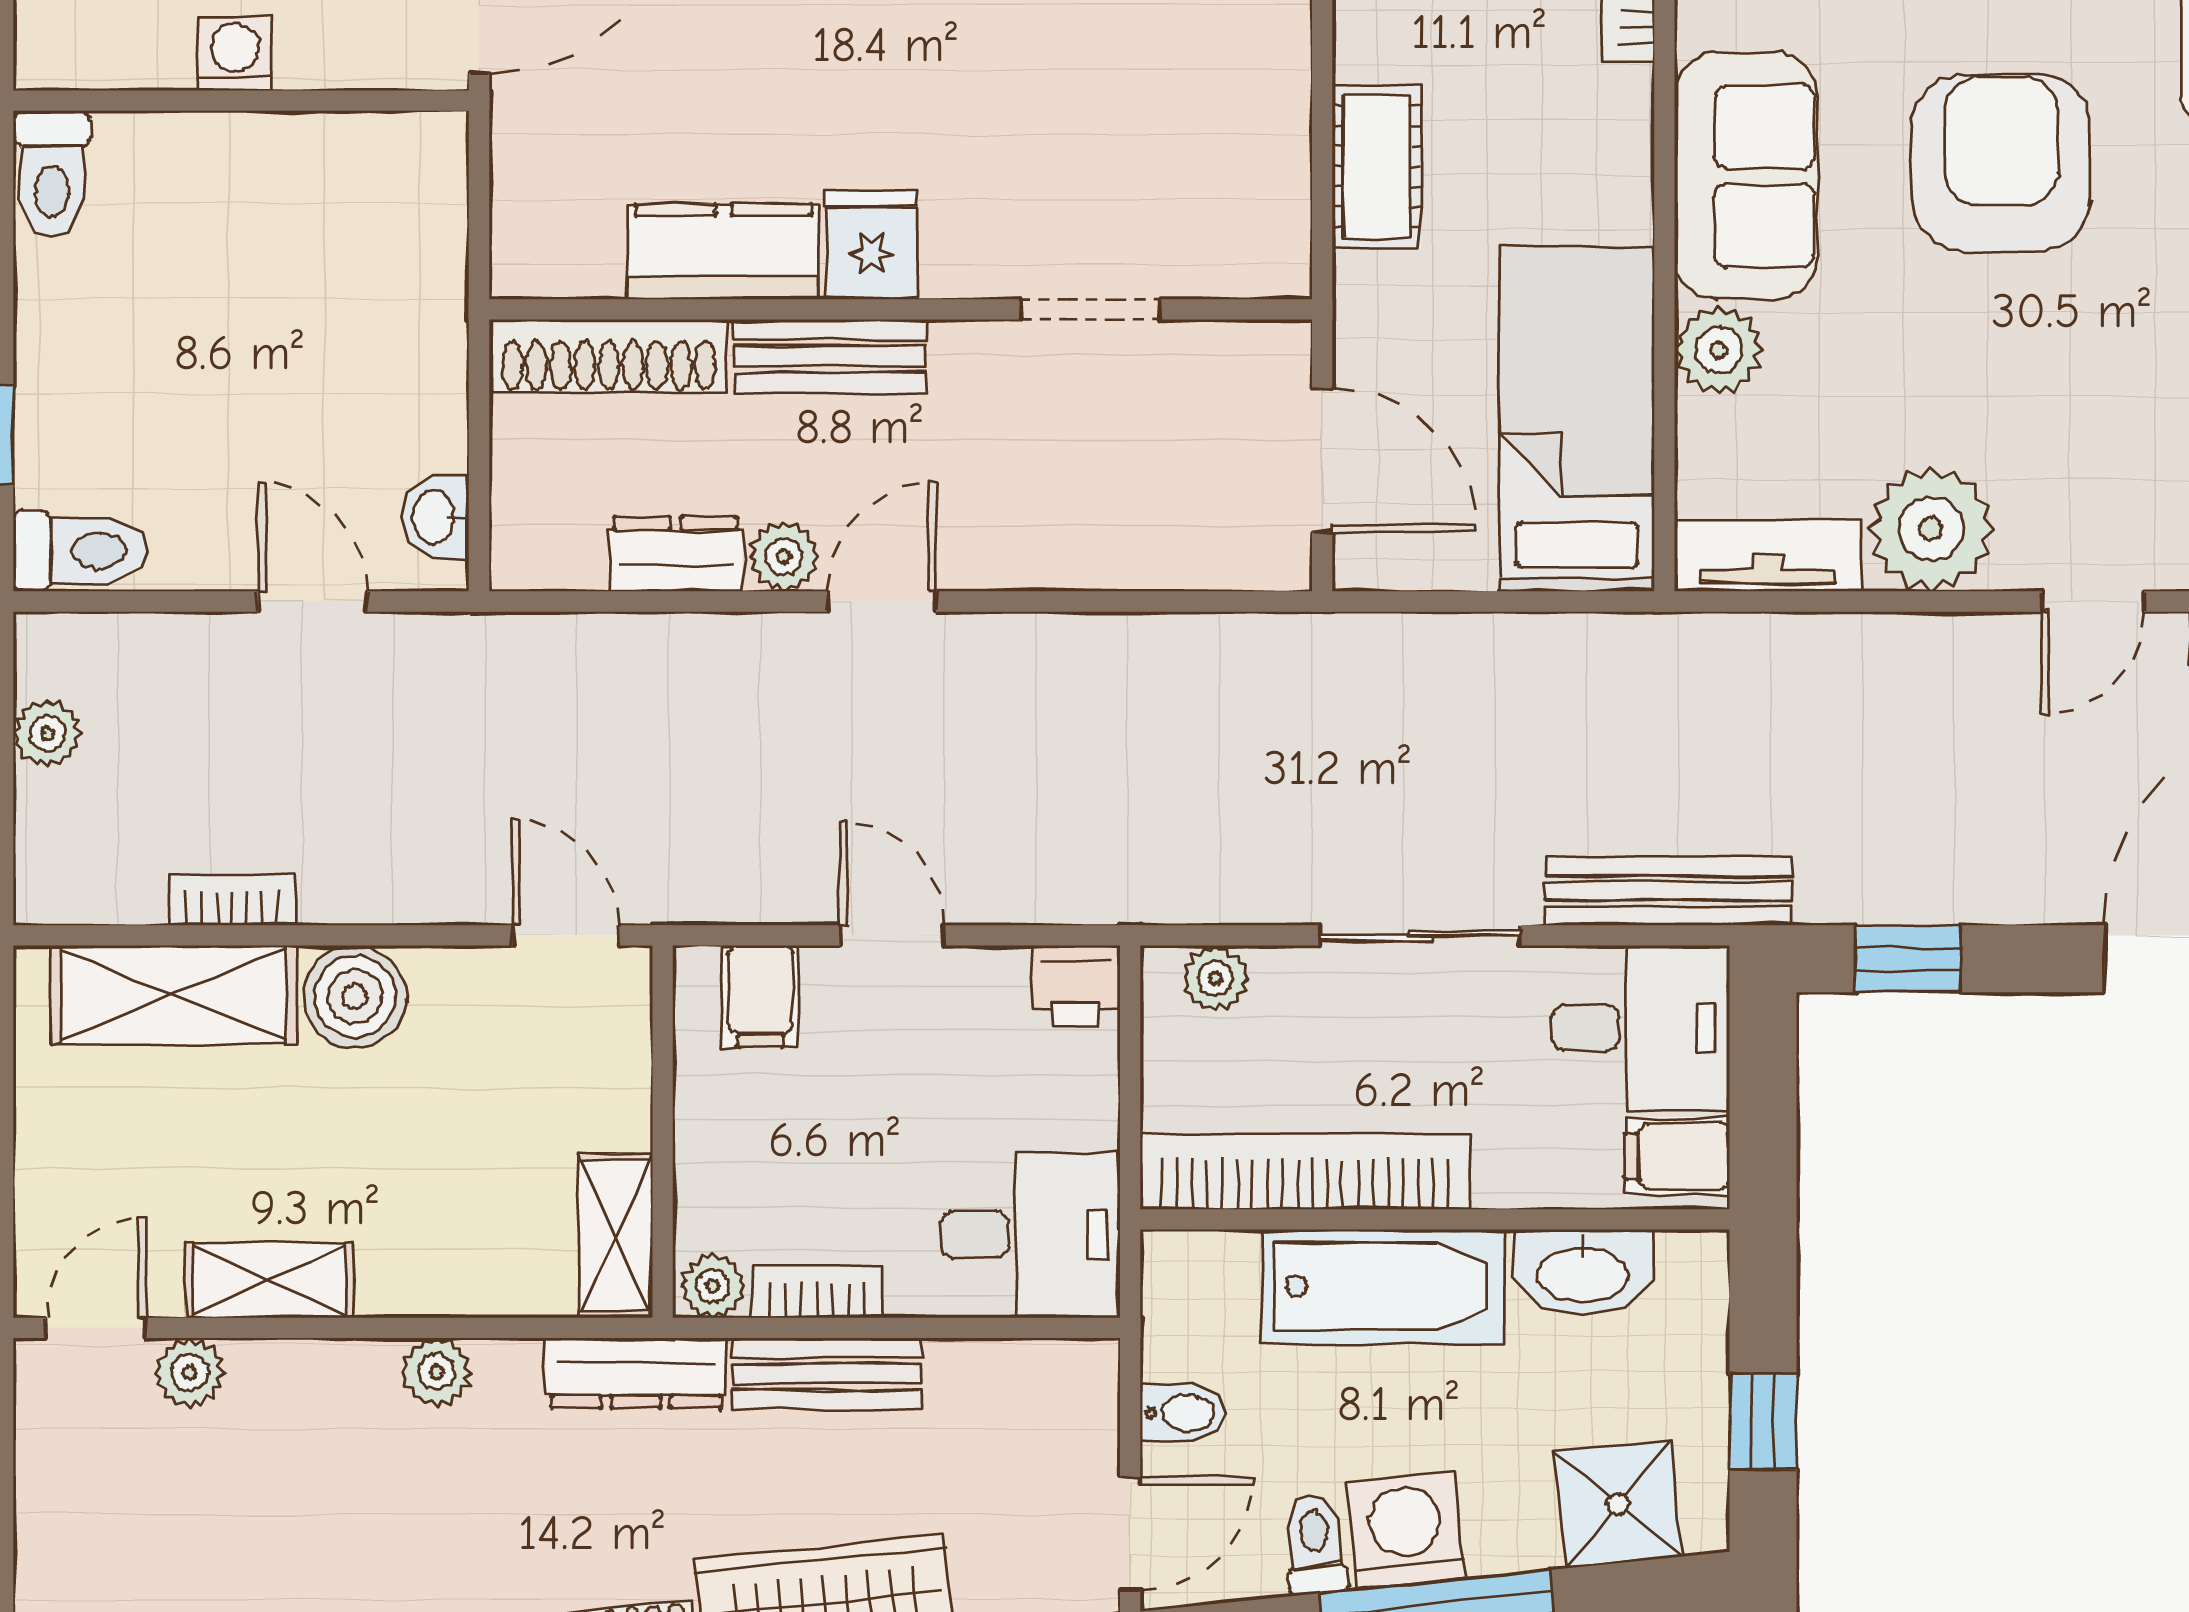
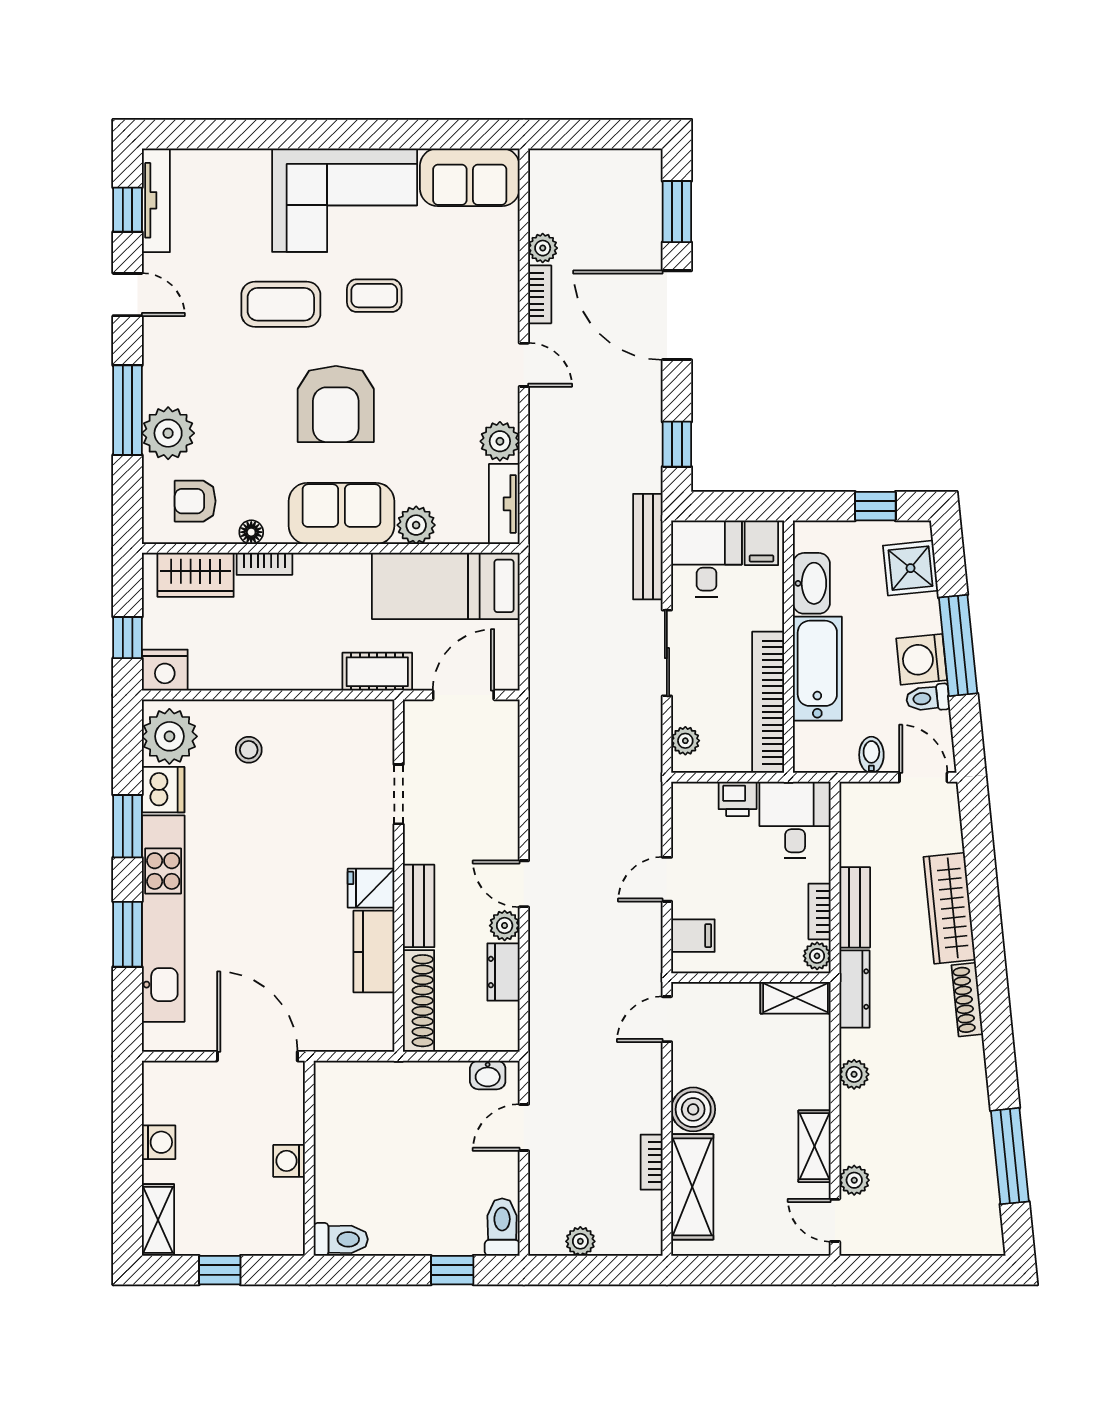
armchair: (2001, 163) -> (336, 404), turned -90
cot: (1376, 166) -> (377, 672), moved
plant: (1931, 529) -> (500, 441), width x0.73, depth x0.73
printer: (1076, 986) -> (738, 799), moved, turned 90

